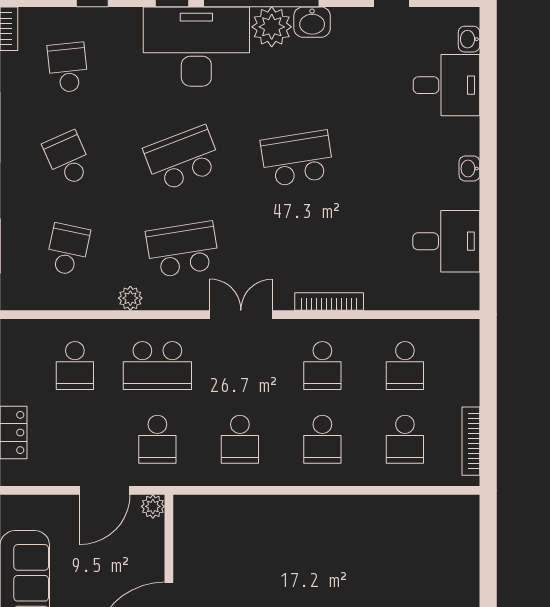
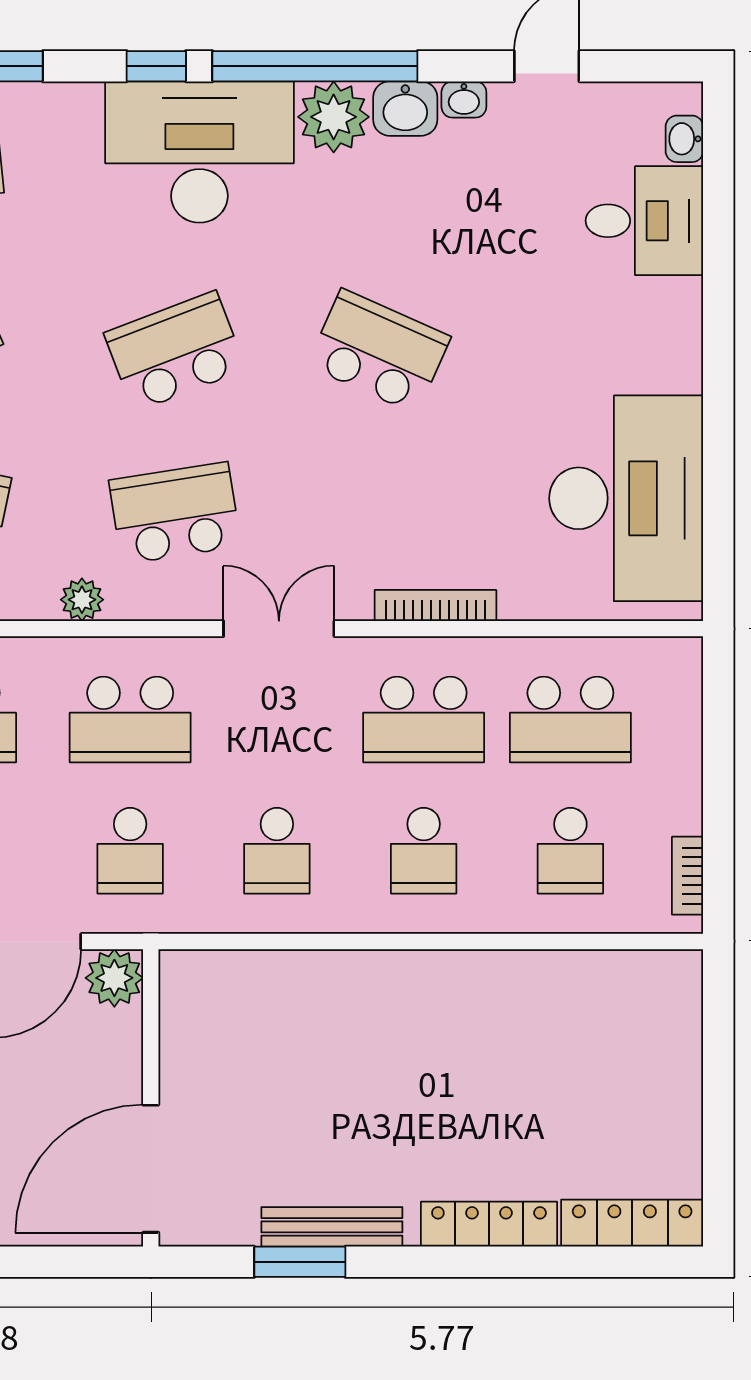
school desk: (297, 159) -> (379, 351), turned 33
washbasin: (469, 169) -> (464, 99), moved, turned -90
desk: (446, 241) -> (626, 498), width x1.87, depth x1.30
school desk: (322, 366) -> (424, 719), width x1.85
school desk: (405, 366) -> (570, 719), width x1.85
bookcase: (471, 441) -> (688, 876), width x0.64
plant: (153, 506) -> (114, 978), width x1.38, depth x1.38

